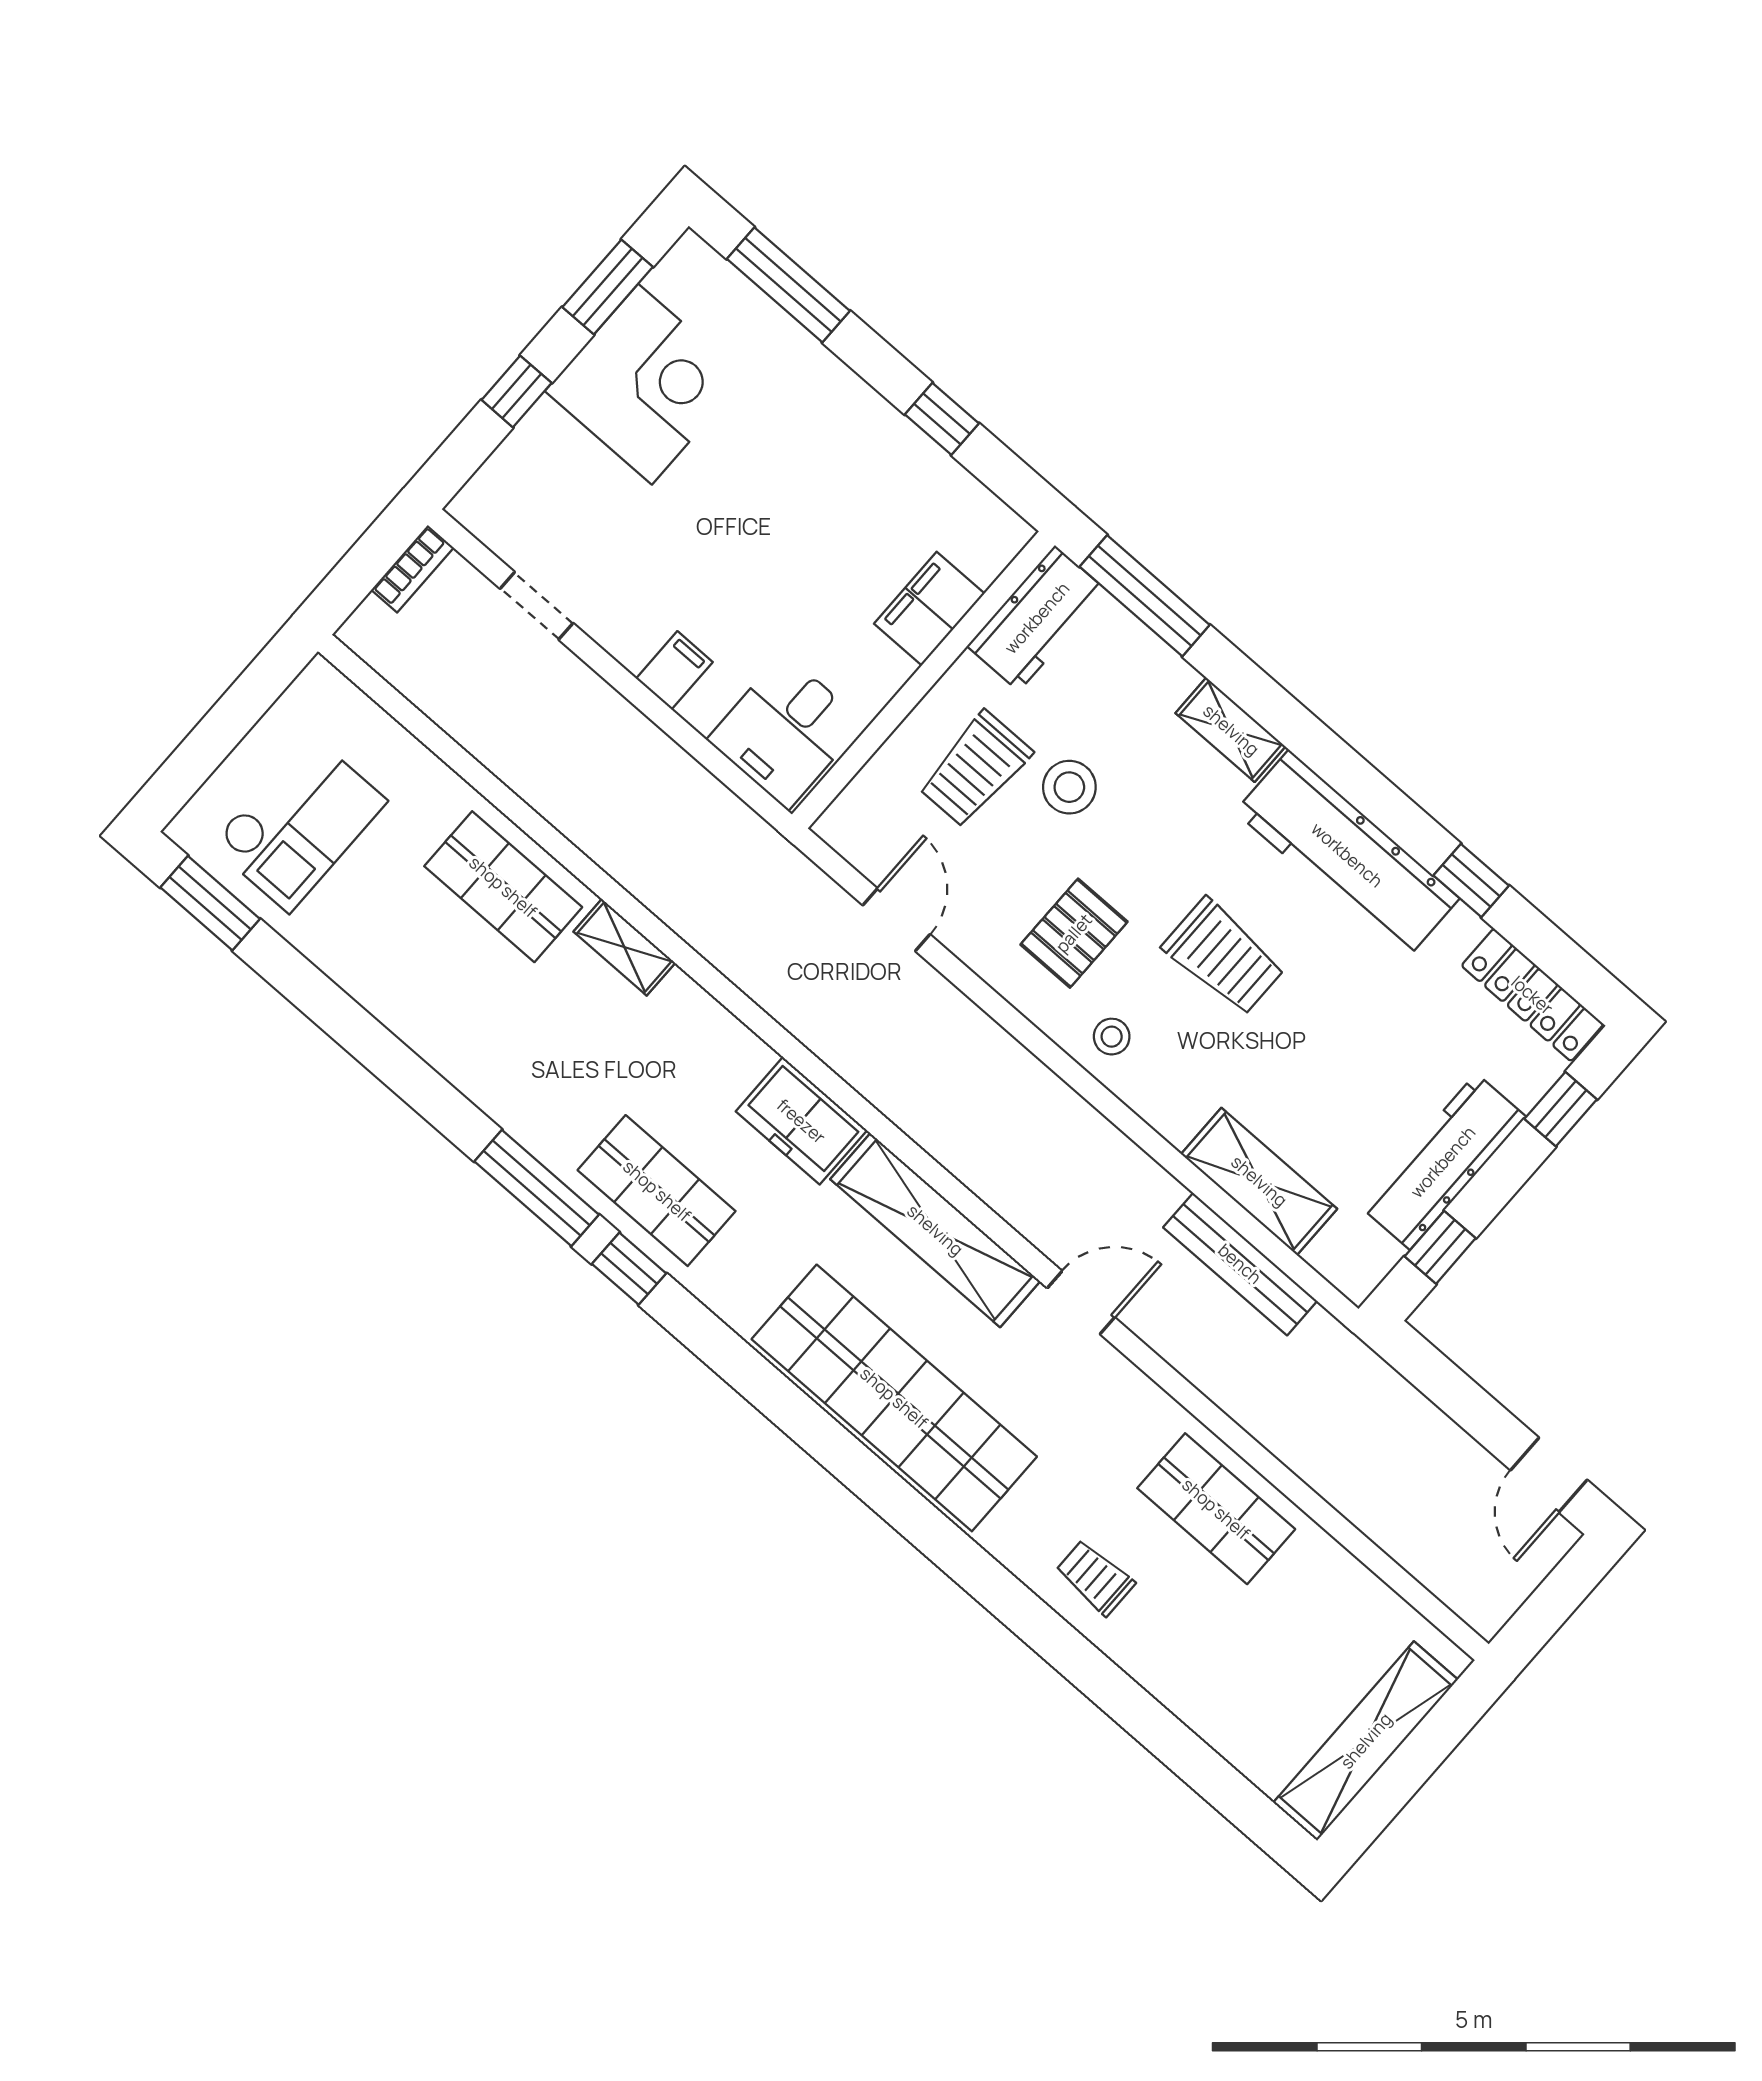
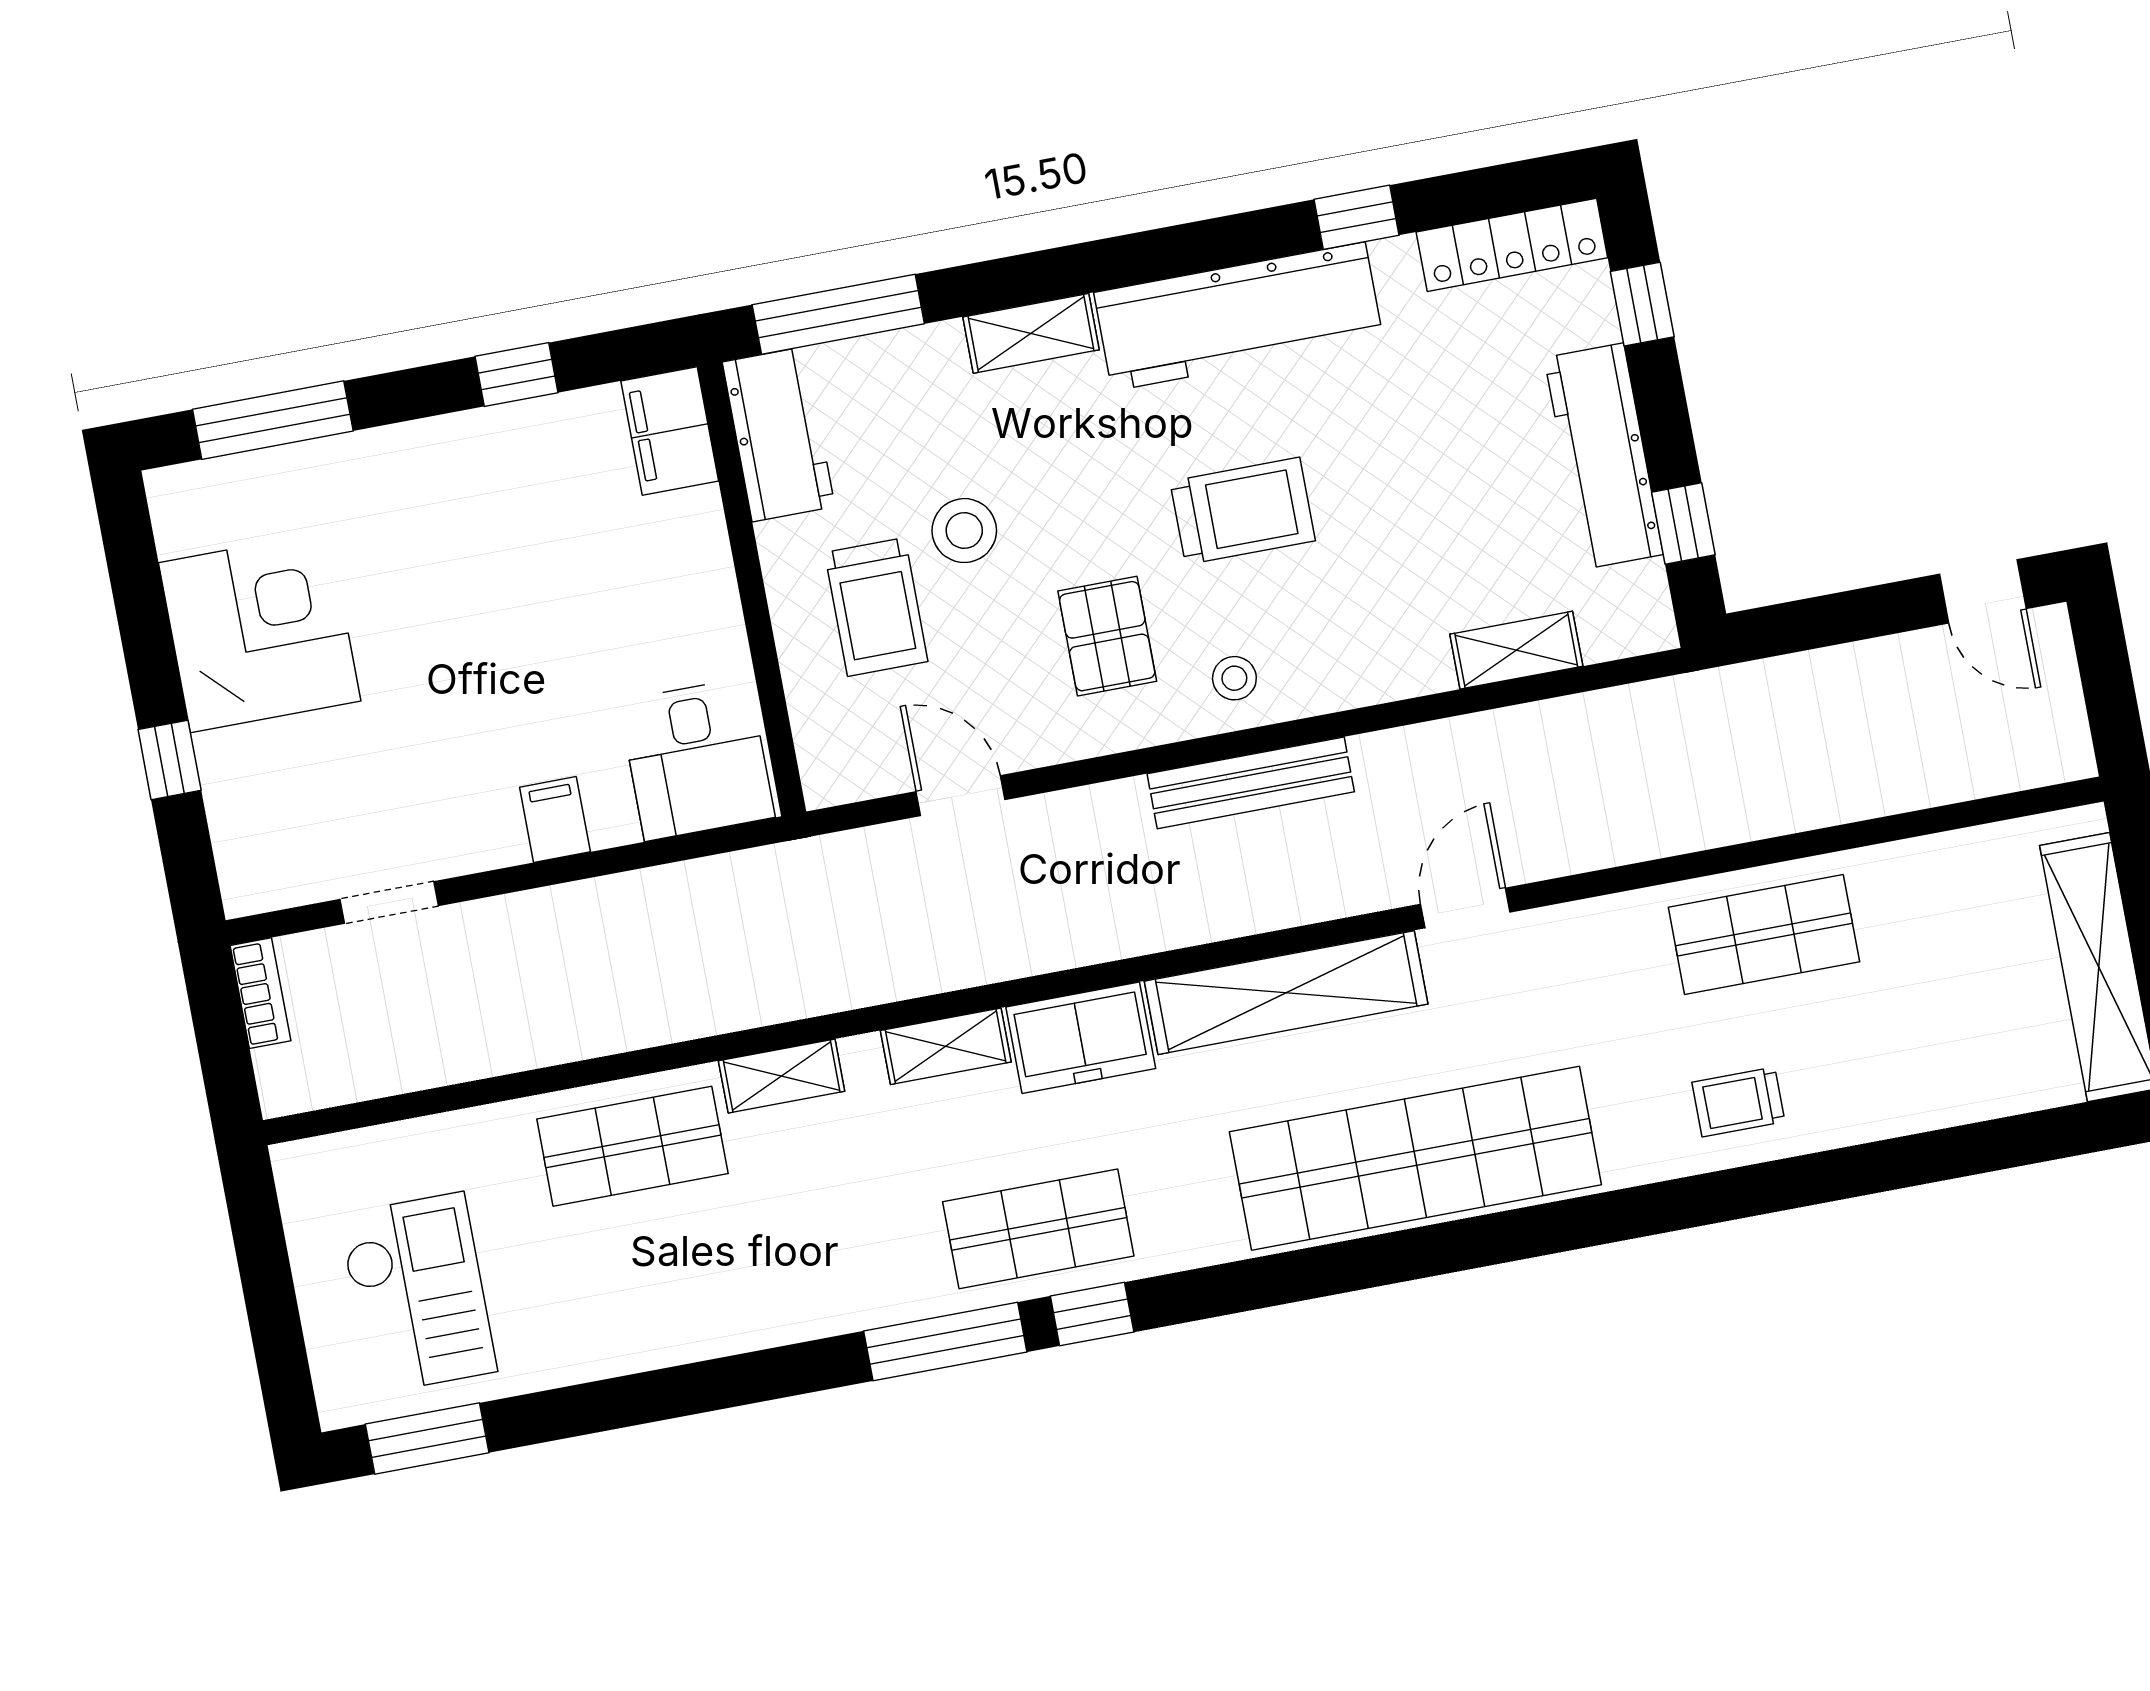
window: (608, 287) -> (139, 594), removed
filing cabinet: (929, 609) -> (670, 431), moved
shelving: (727, 1038) -> (946, 1046), added
shelving: (1259, 1181) -> (1516, 650), width x0.67, depth x0.75
bench: (1240, 1264) -> (1251, 783), moved

